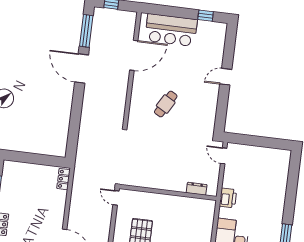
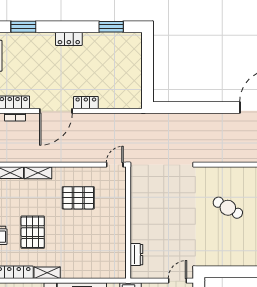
locker: (63, 179) -> (86, 103), moved

